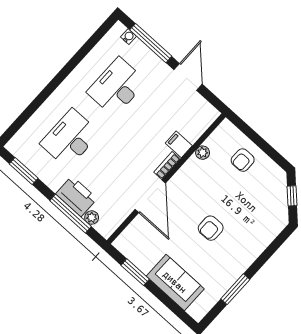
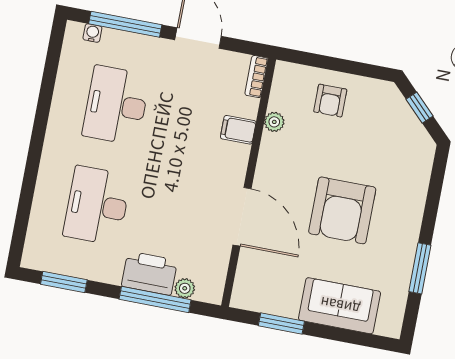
bookcase: (167, 165) -> (256, 77), moved
armchair: (211, 228) -> (342, 210), width x1.88, depth x1.88

